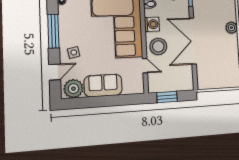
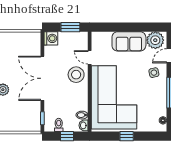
washing machine: (152, 24) -> (51, 38), moved, turned 180
double door: (193, 41) -> (42, 78), swing flipped

